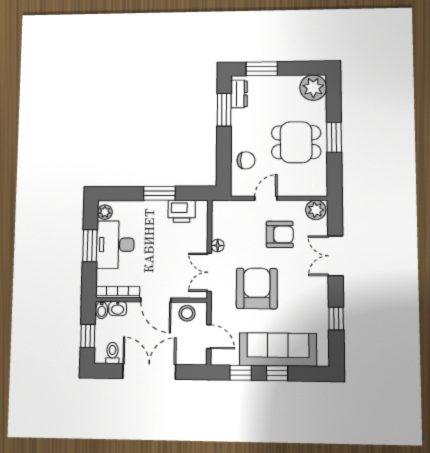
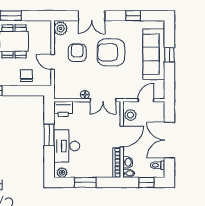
printer: (182, 211) -> (63, 109), moved, turned 90
desk: (115, 245) -> (67, 146), moved, turned 90
armchair: (257, 288) -> (111, 52), moved
window: (241, 373) -> (169, 79), removed

